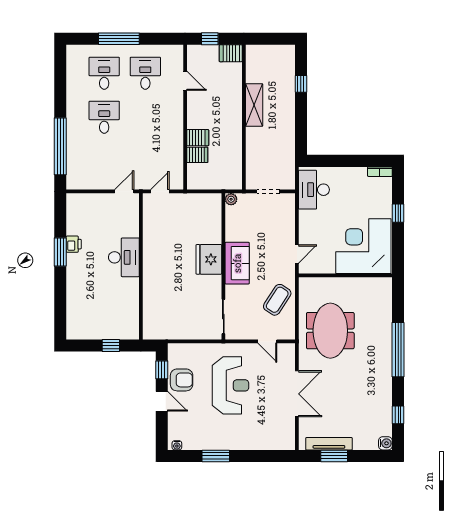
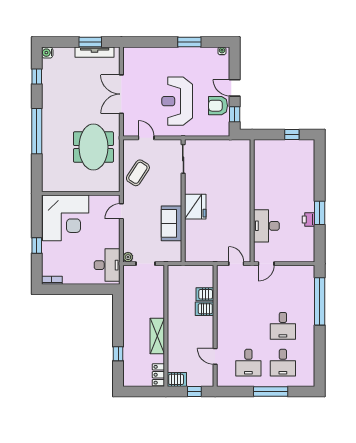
locker: (253, 59) -> (158, 375), added
door: (160, 191) -> (236, 264), swing flipped
plant: (231, 199) -> (128, 257), moved
desk: (124, 257) -> (266, 226), moved
sofa: (237, 263) -> (171, 223), moved
window: (111, 346) -> (292, 134), moved

